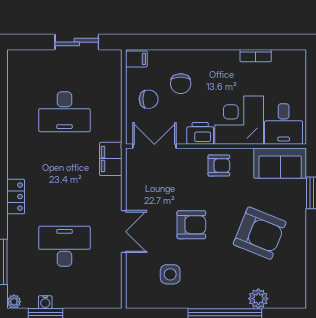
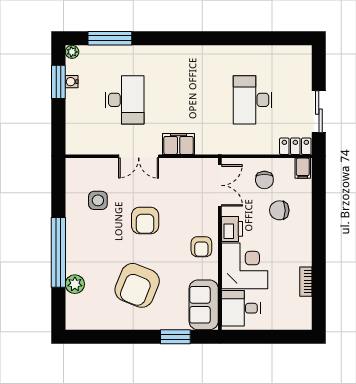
filing cabinet: (111, 159) -> (179, 144), moved
locker: (16, 197) -> (295, 146), moved, turned 180

